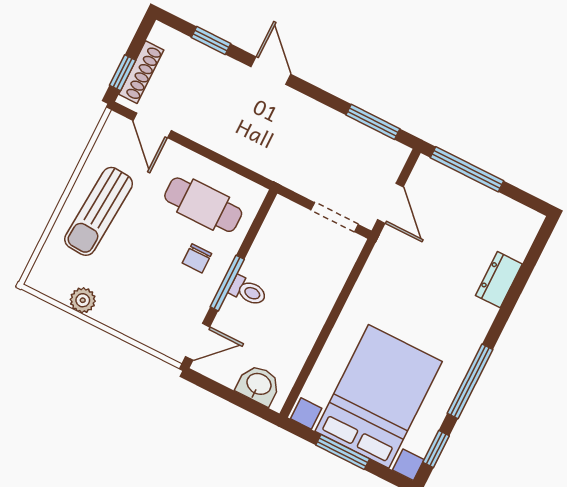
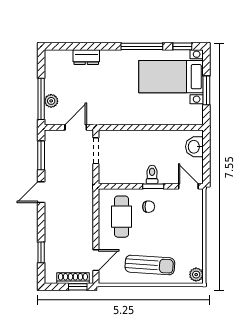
door: (271, 71) -> (41, 192), moved
plant: (455, 184) -> (51, 101), added
window: (227, 283) -> (153, 186), width x0.67
plant: (83, 300) -> (196, 275), moved
bed with nightstands: (379, 396) -> (171, 77), width x0.73

